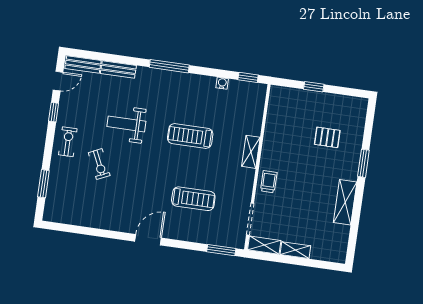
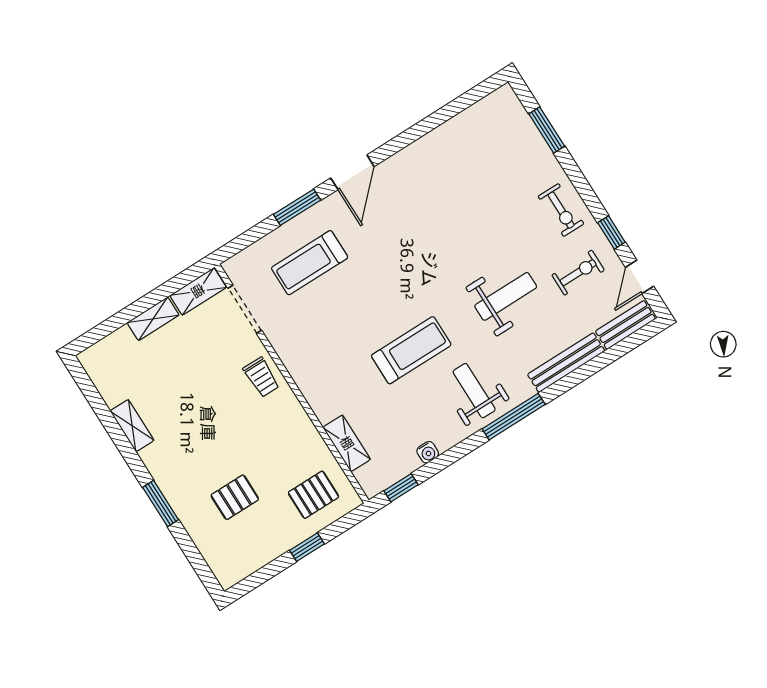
bench: (118, 69) -> (566, 363), width x1.36
weight bench: (177, 93) -> (474, 391), added
pallet: (291, 108) -> (313, 495), added
shelving: (251, 152) -> (347, 443), moved
exercise bike: (99, 164) -> (578, 273), moved, turned 115
treadmill: (193, 199) -> (310, 263), moved
shelving: (345, 202) -> (132, 426), width x0.67, depth x0.75
window: (221, 250) -> (297, 207), moved

